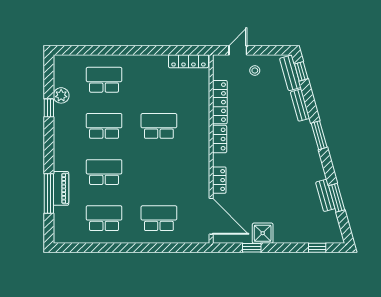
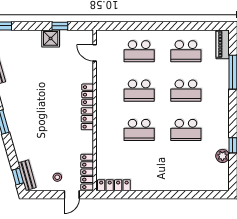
school desk: (104, 80) -> (139, 91), moved
locker: (220, 102) -> (87, 172), moved
bench: (300, 105) -> (19, 148), removed
locker: (219, 180) -> (88, 95), moved
piano: (61, 188) -> (223, 44), moved
door: (211, 216) -> (95, 53), width x0.53

